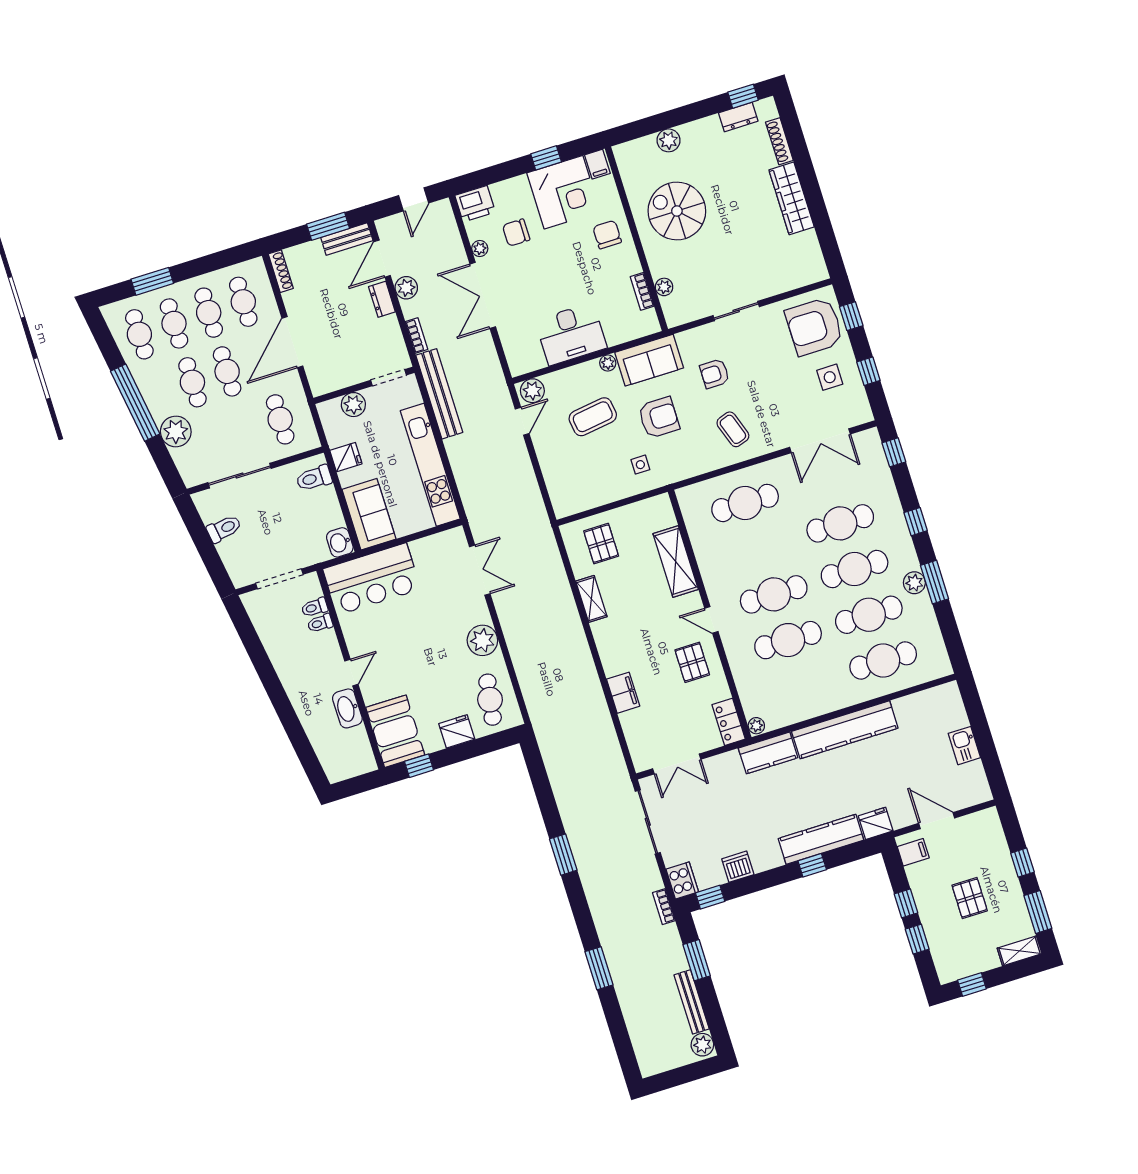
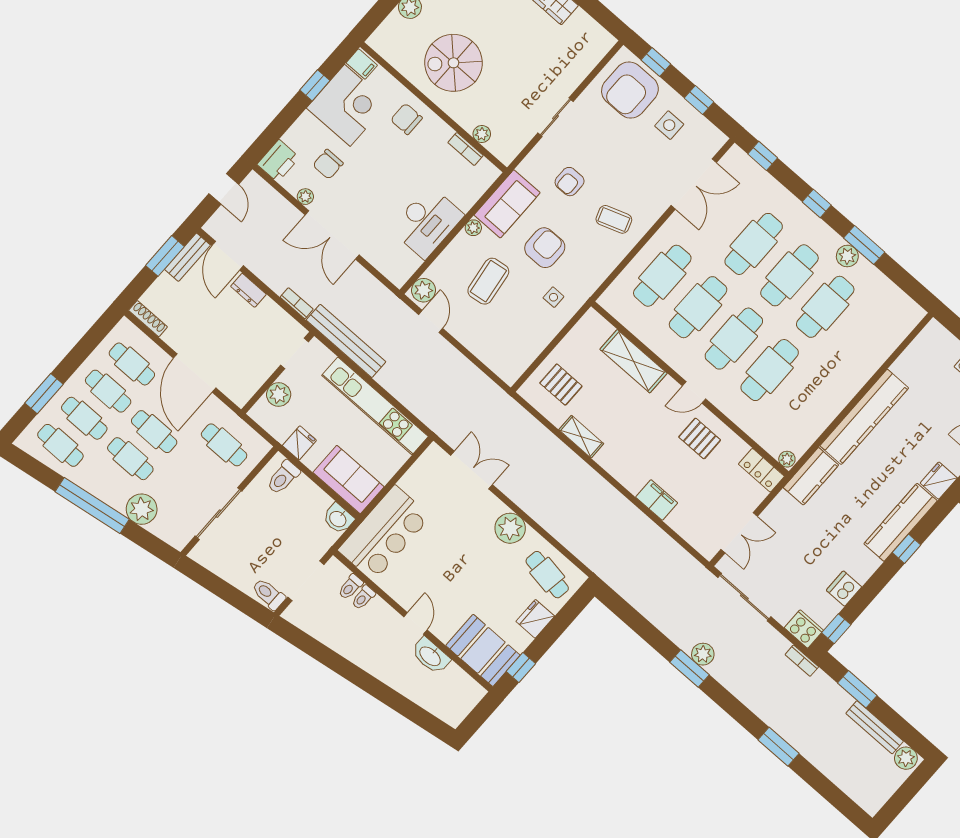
plant: (406, 288) -> (703, 654), moved
toilet: (224, 529) -> (268, 594), moved, turned -81
cafe table: (883, 660) -> (698, 307), moved

